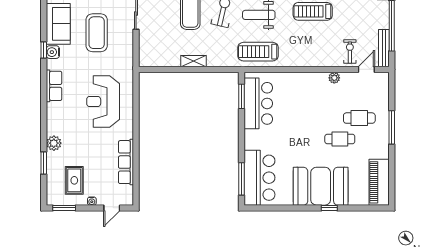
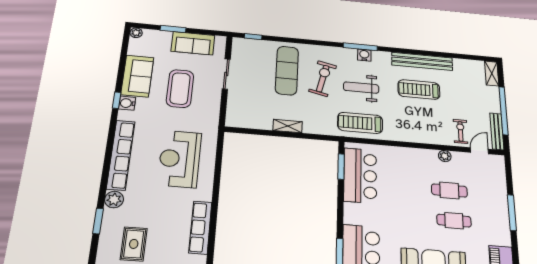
row of seats: (54, 86) -> (121, 155), width x2.02
cafe table: (359, 118) -> (449, 190), moved

